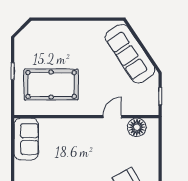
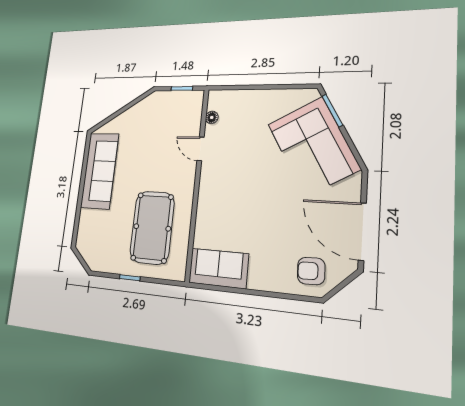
sofa: (130, 54) -> (100, 171), moved, turned -56
floor lamp: (137, 127) -> (212, 117), width x0.53, depth x0.53

